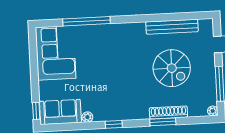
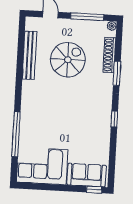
sofa: (60, 112) -> (86, 175), moved, turned 90
shoe rack: (168, 112) -> (109, 55), moved
plant: (87, 117) -> (105, 143), removed

